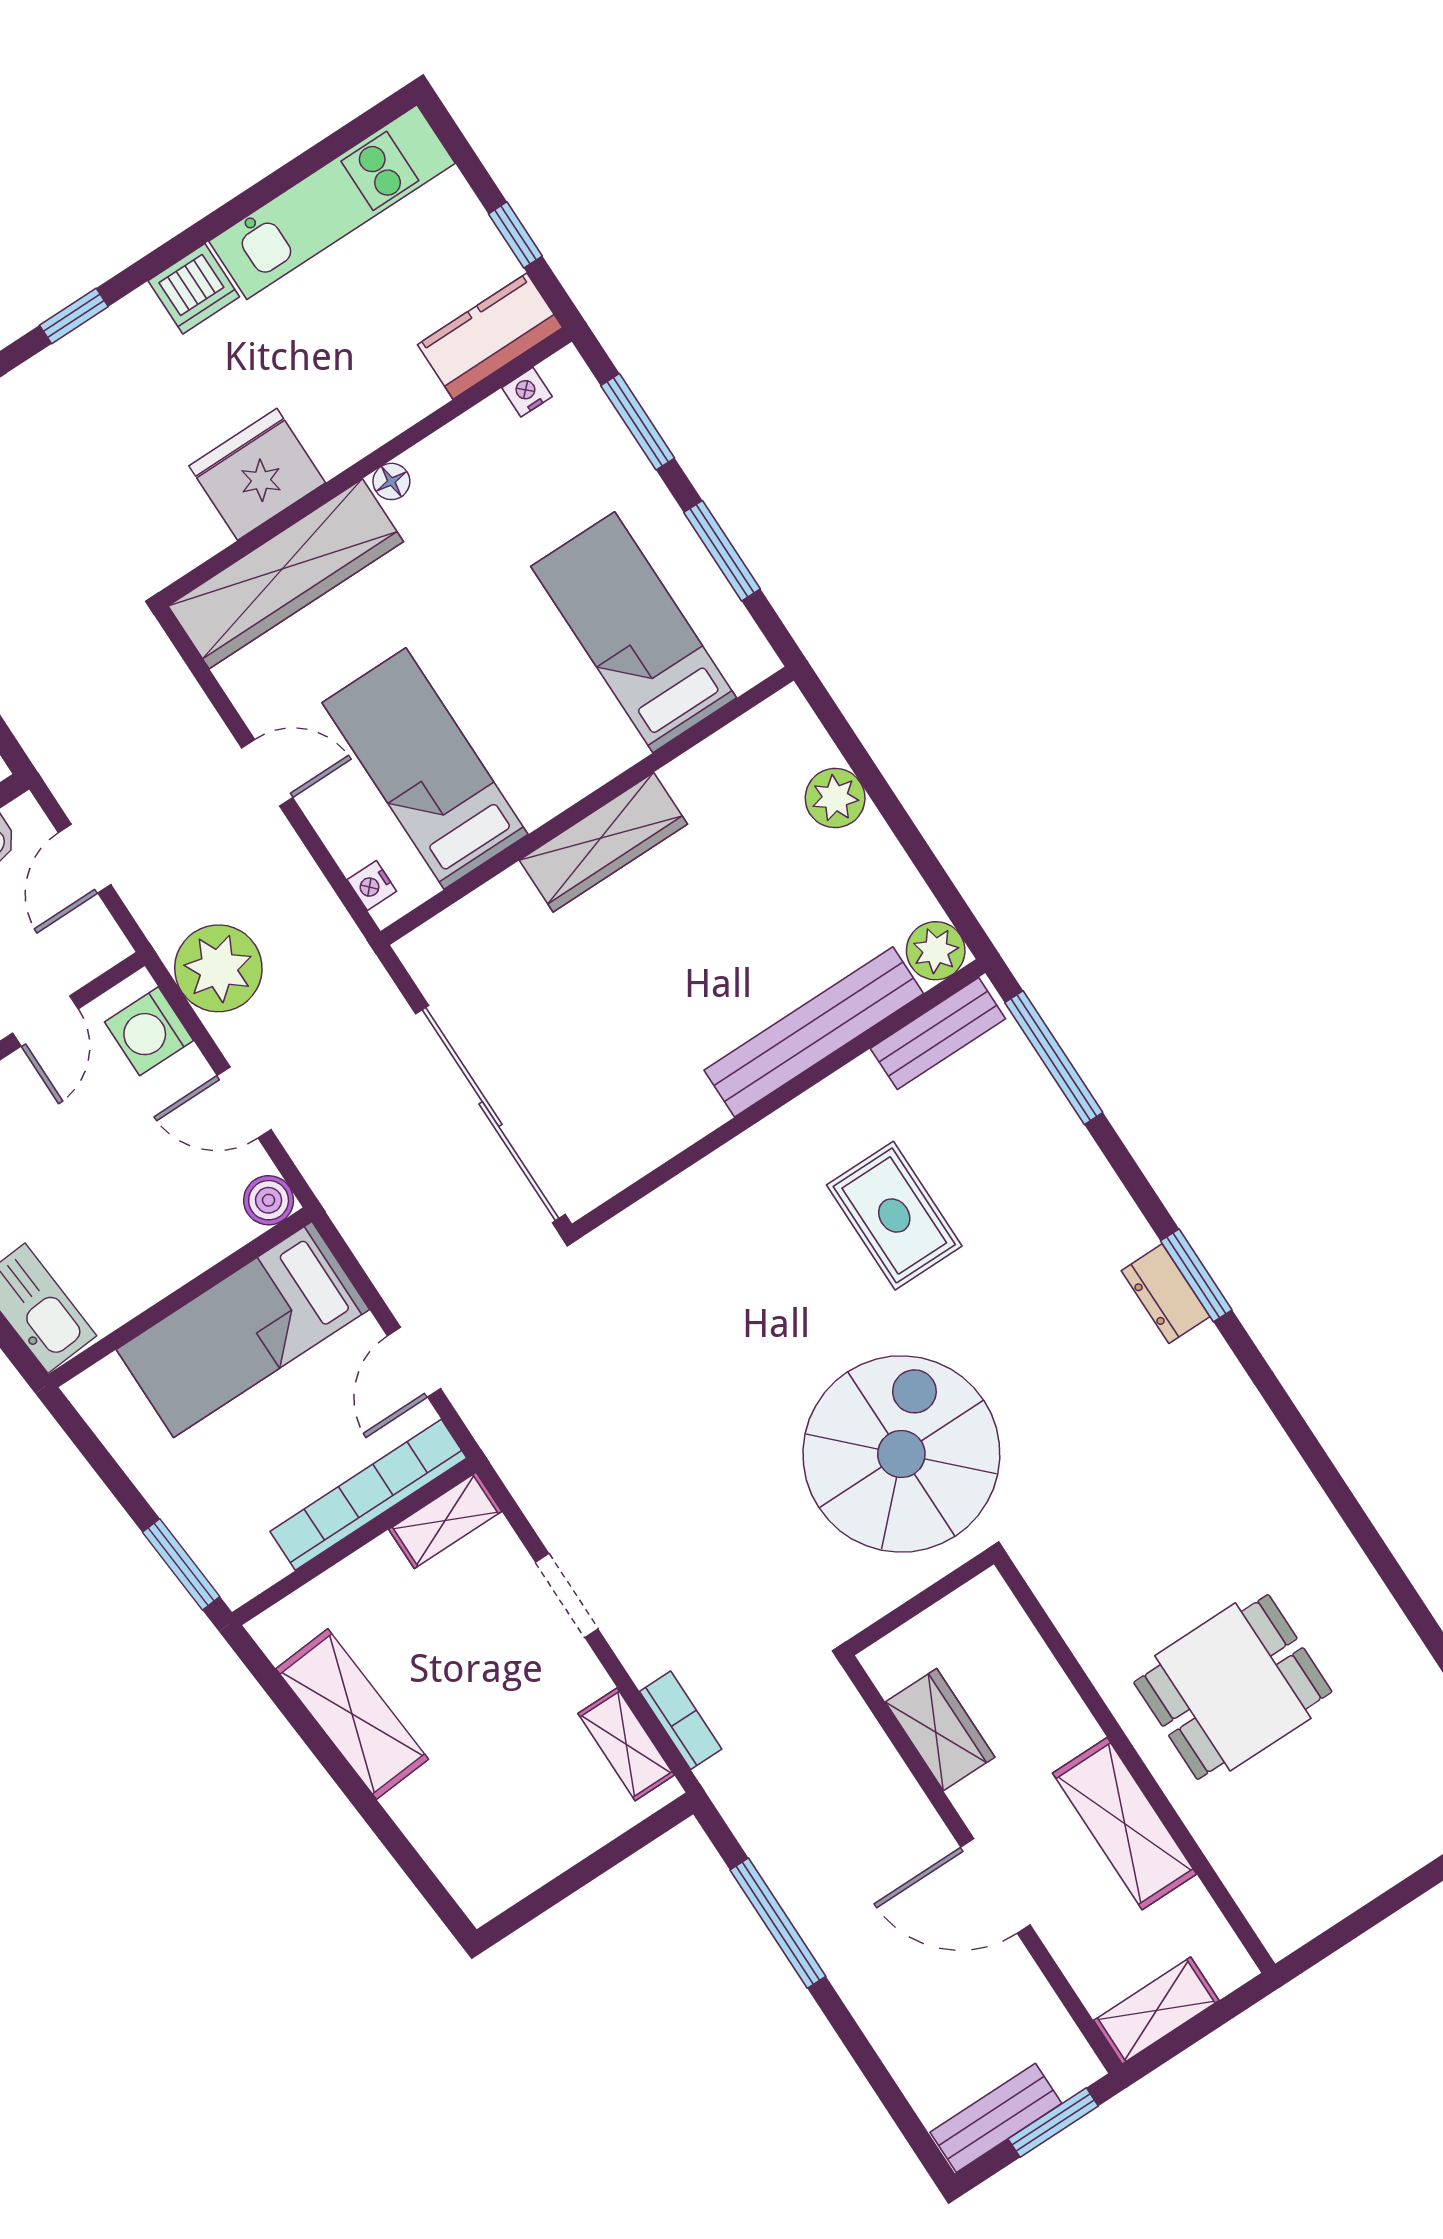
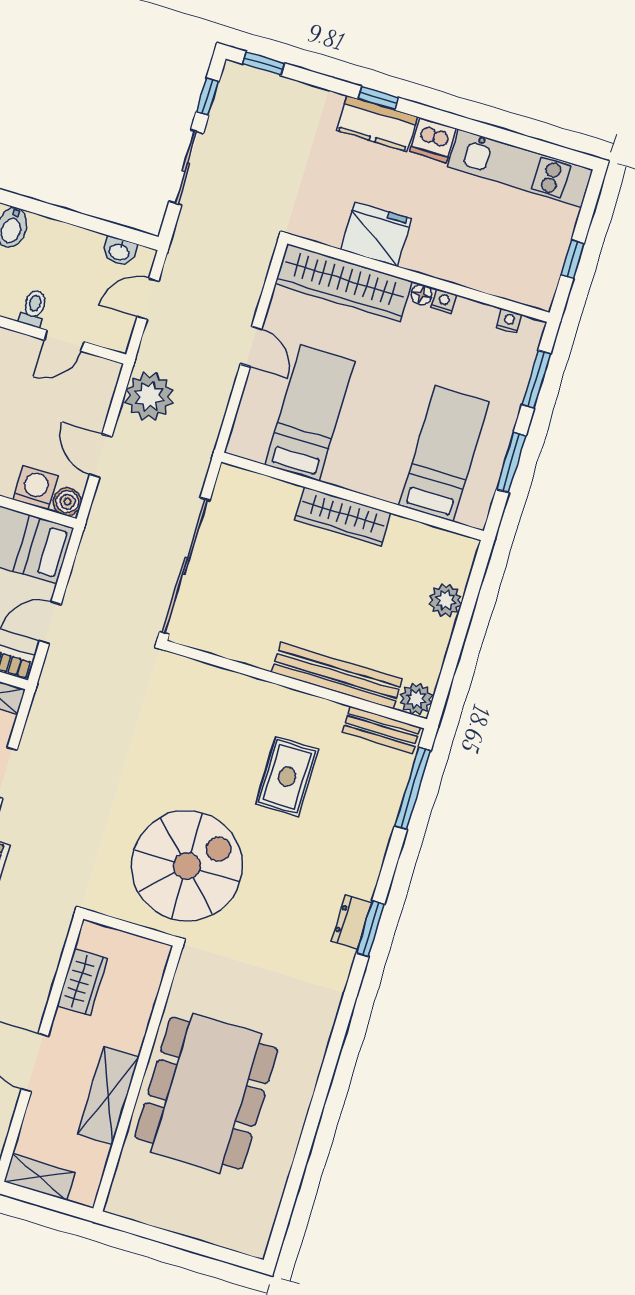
kitchen counter: (490, 336) -> (377, 124), moved, turned 180
nightstand: (372, 886) -> (444, 301), moved, turned 90
washing machine: (149, 1031) -> (36, 488), moved, turned 90
dining table: (1233, 1687) -> (206, 1093), width x1.88, depth x1.24

